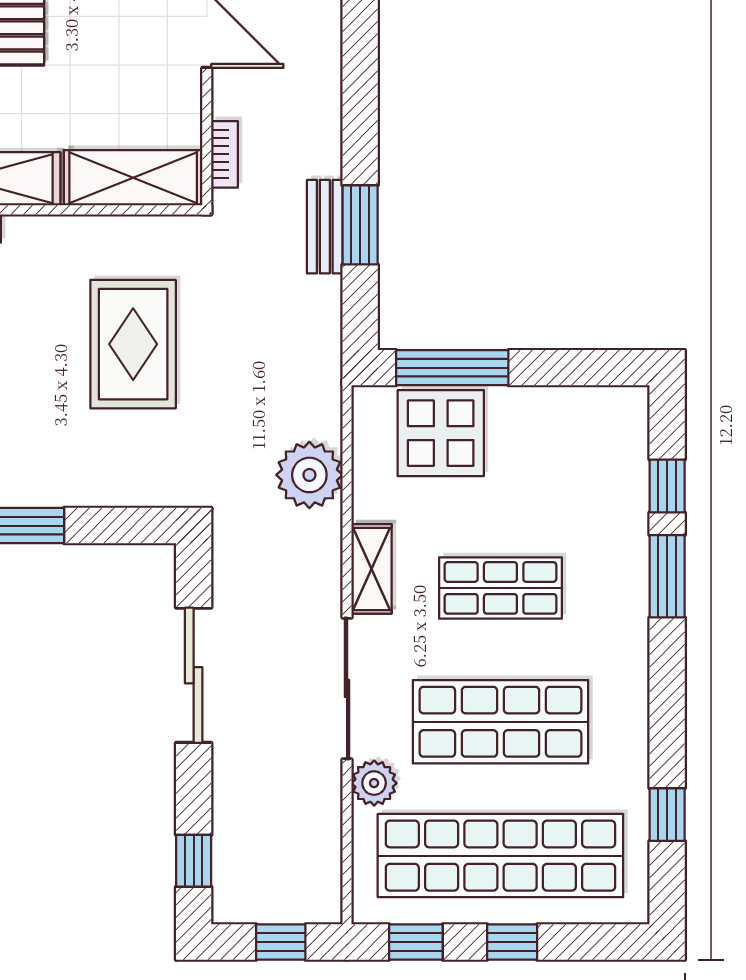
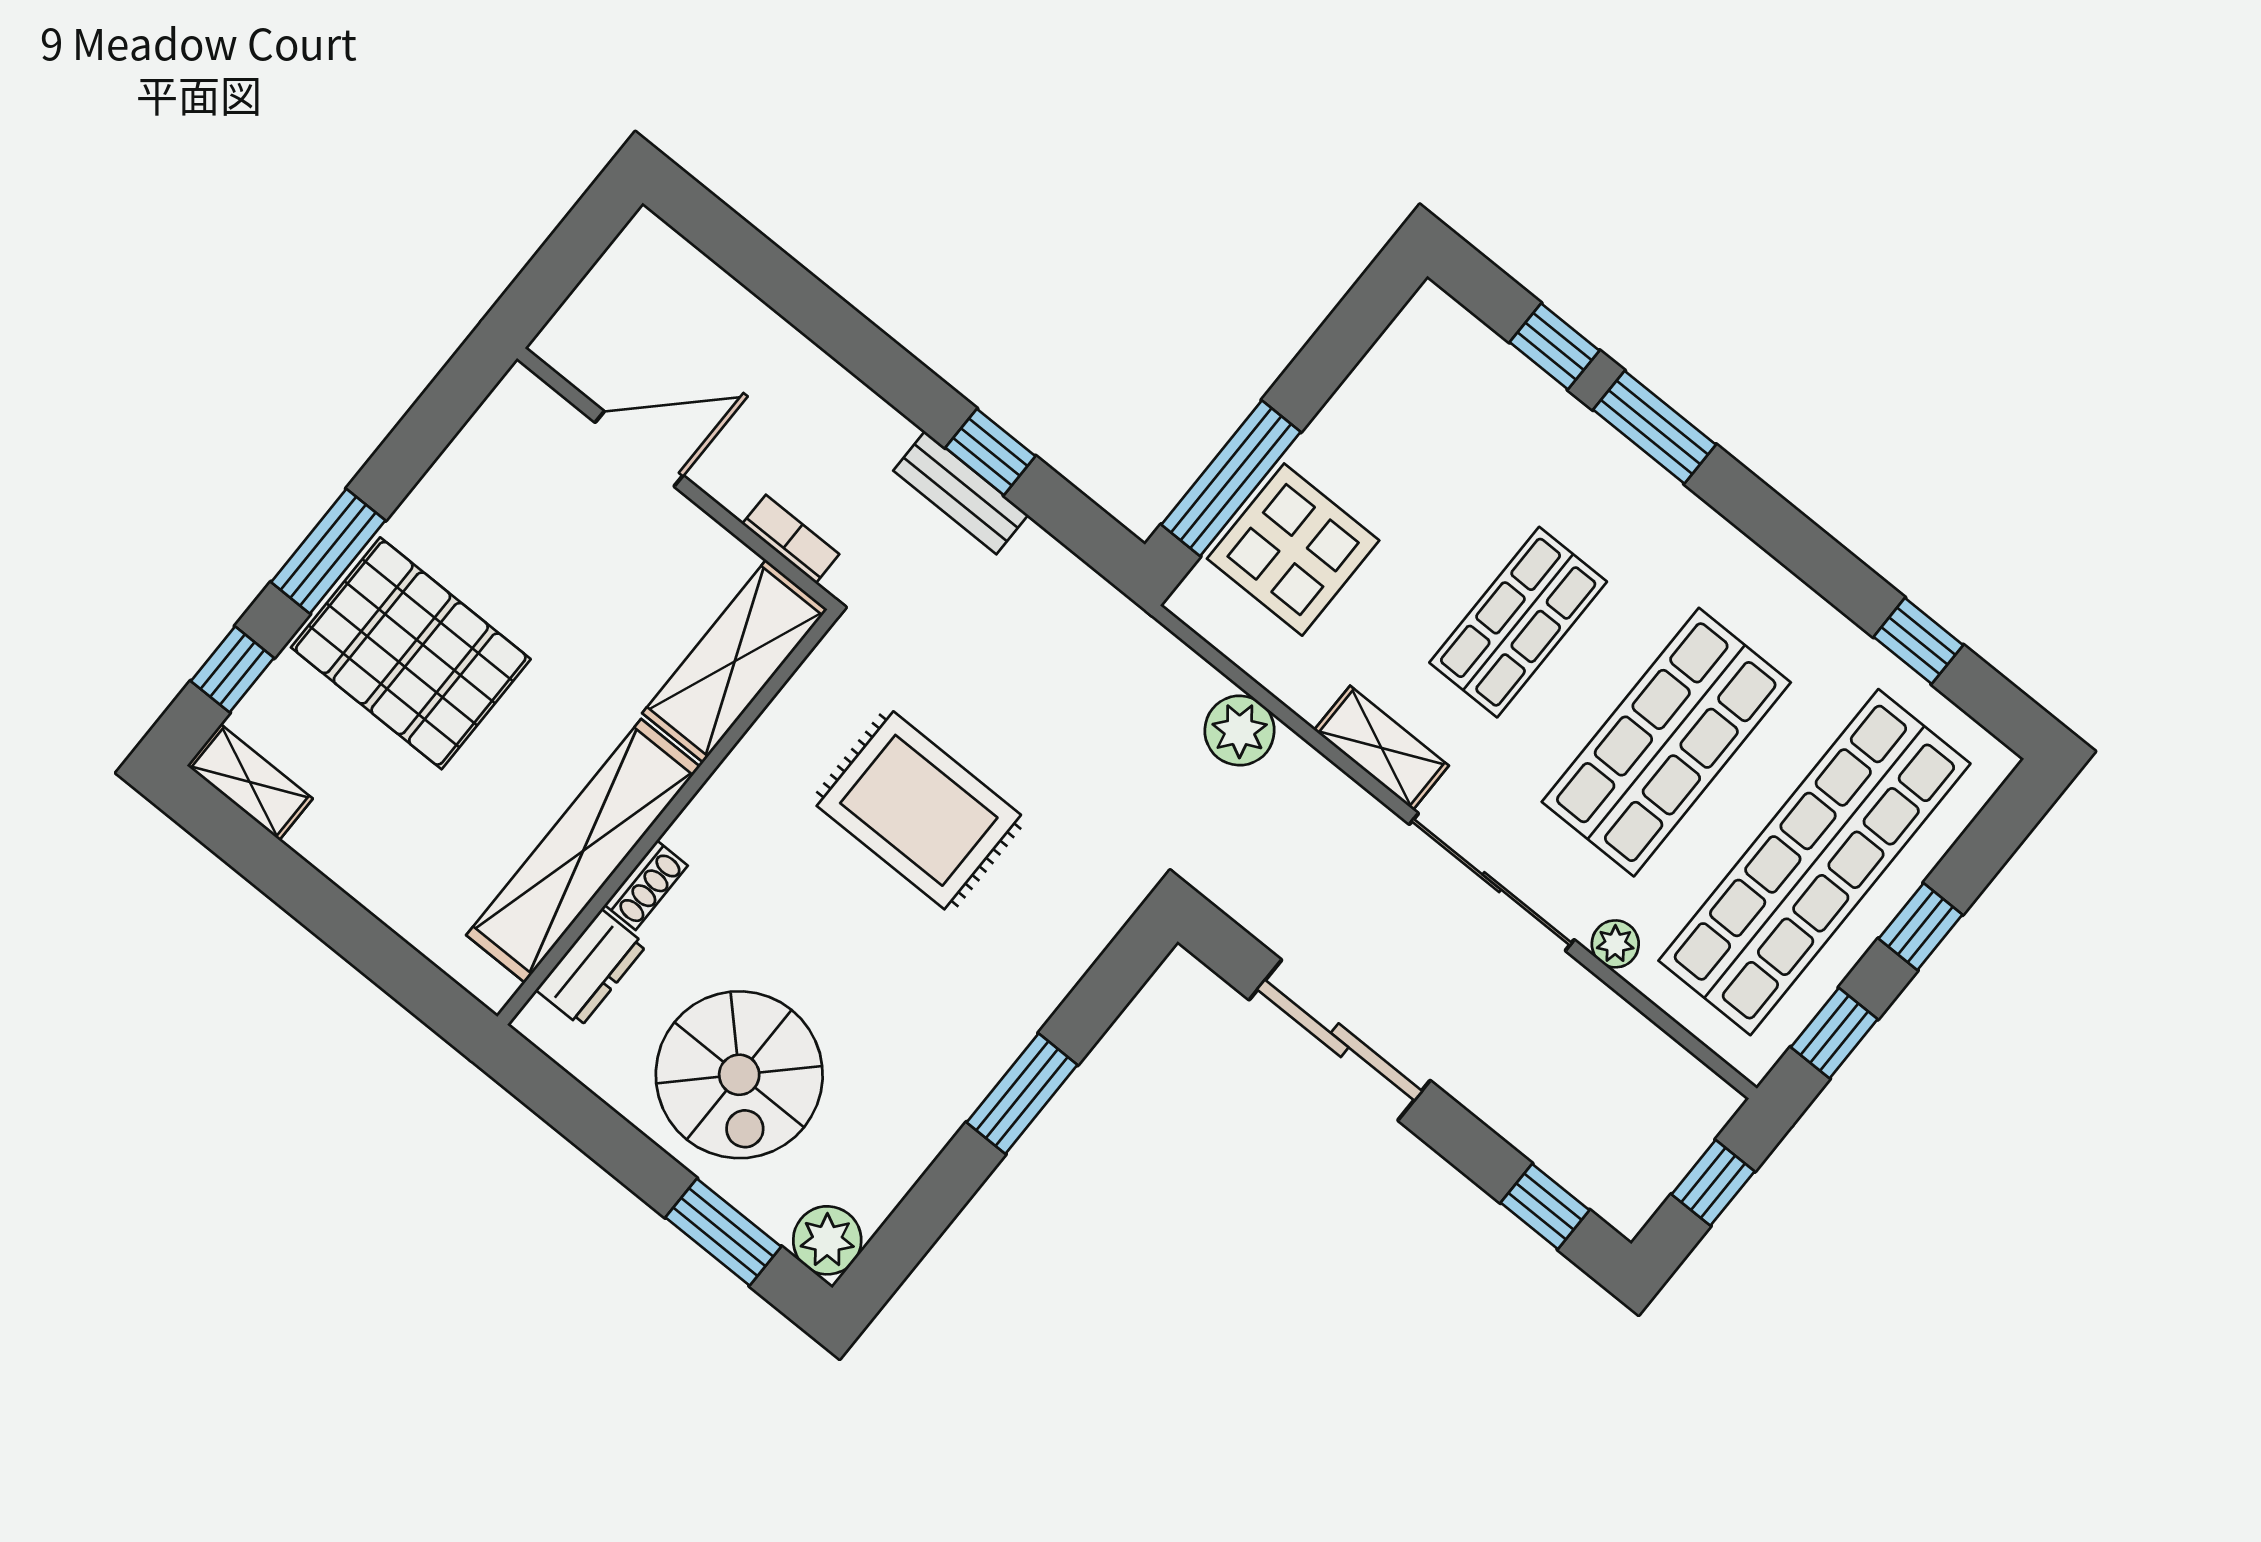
window: (360, 225) -> (990, 452), width x0.67
plant: (309, 475) -> (1240, 731), width x0.73, depth x0.73
plant: (374, 783) -> (1615, 944), width x0.73, depth x0.73

